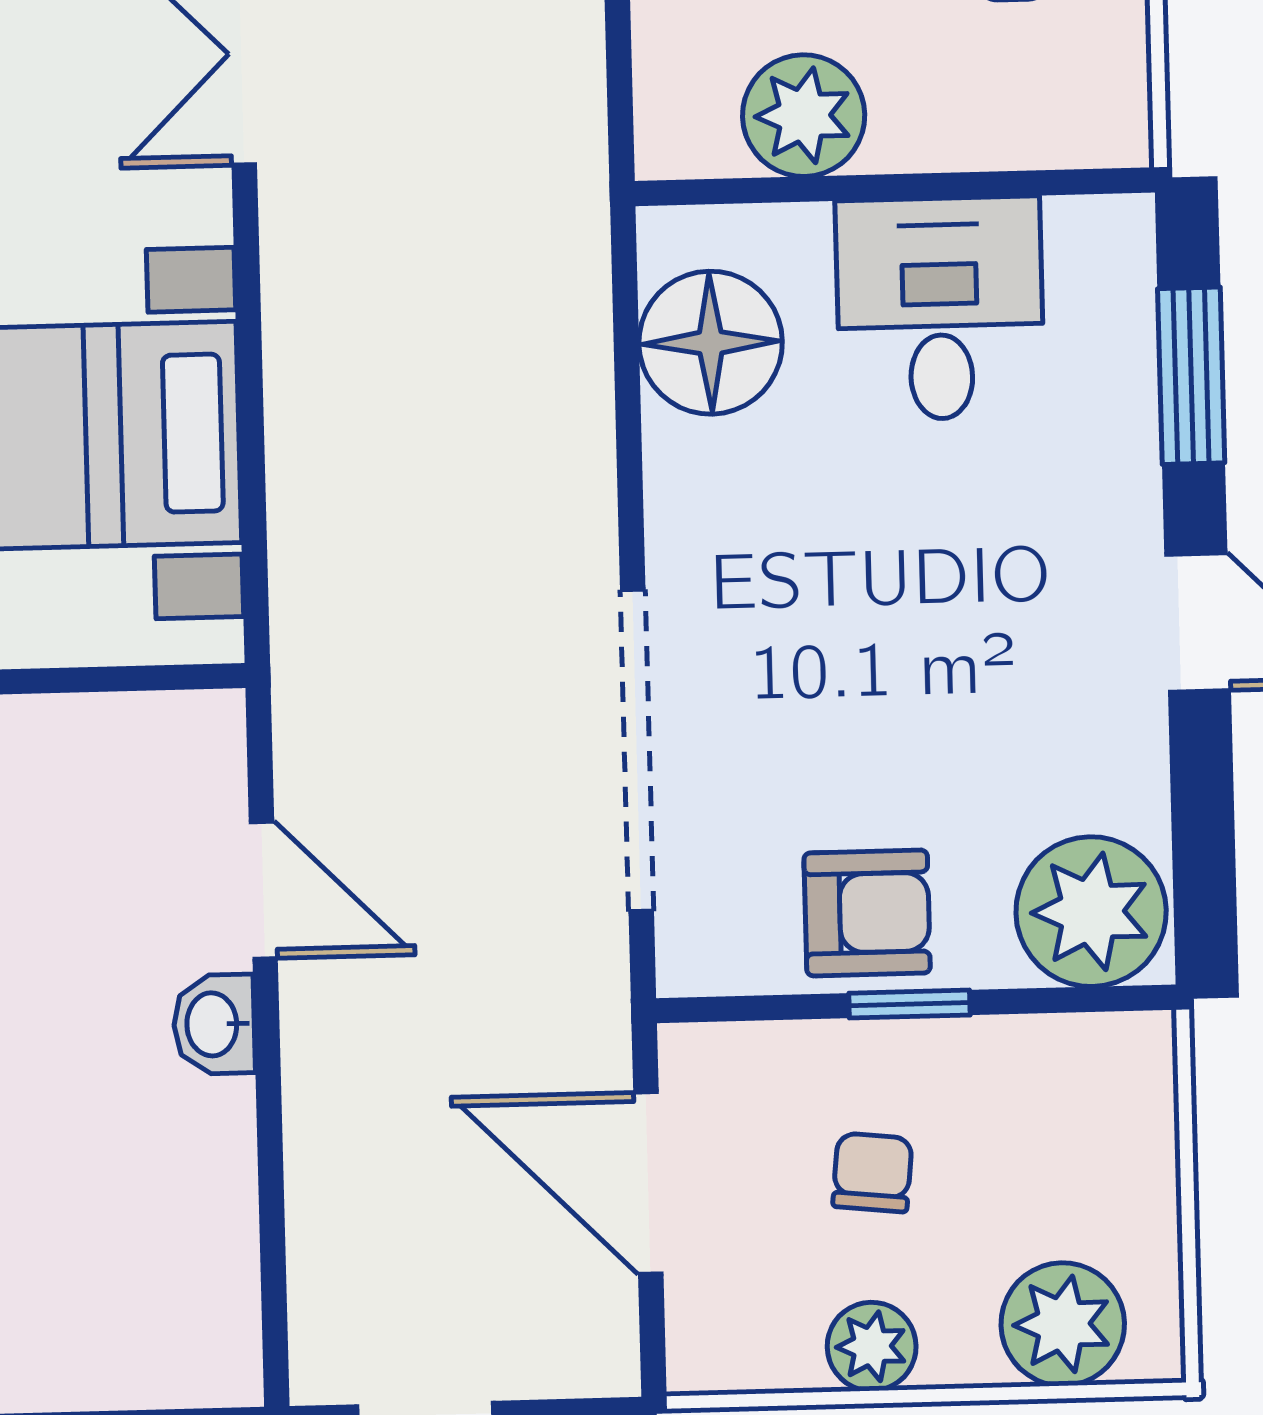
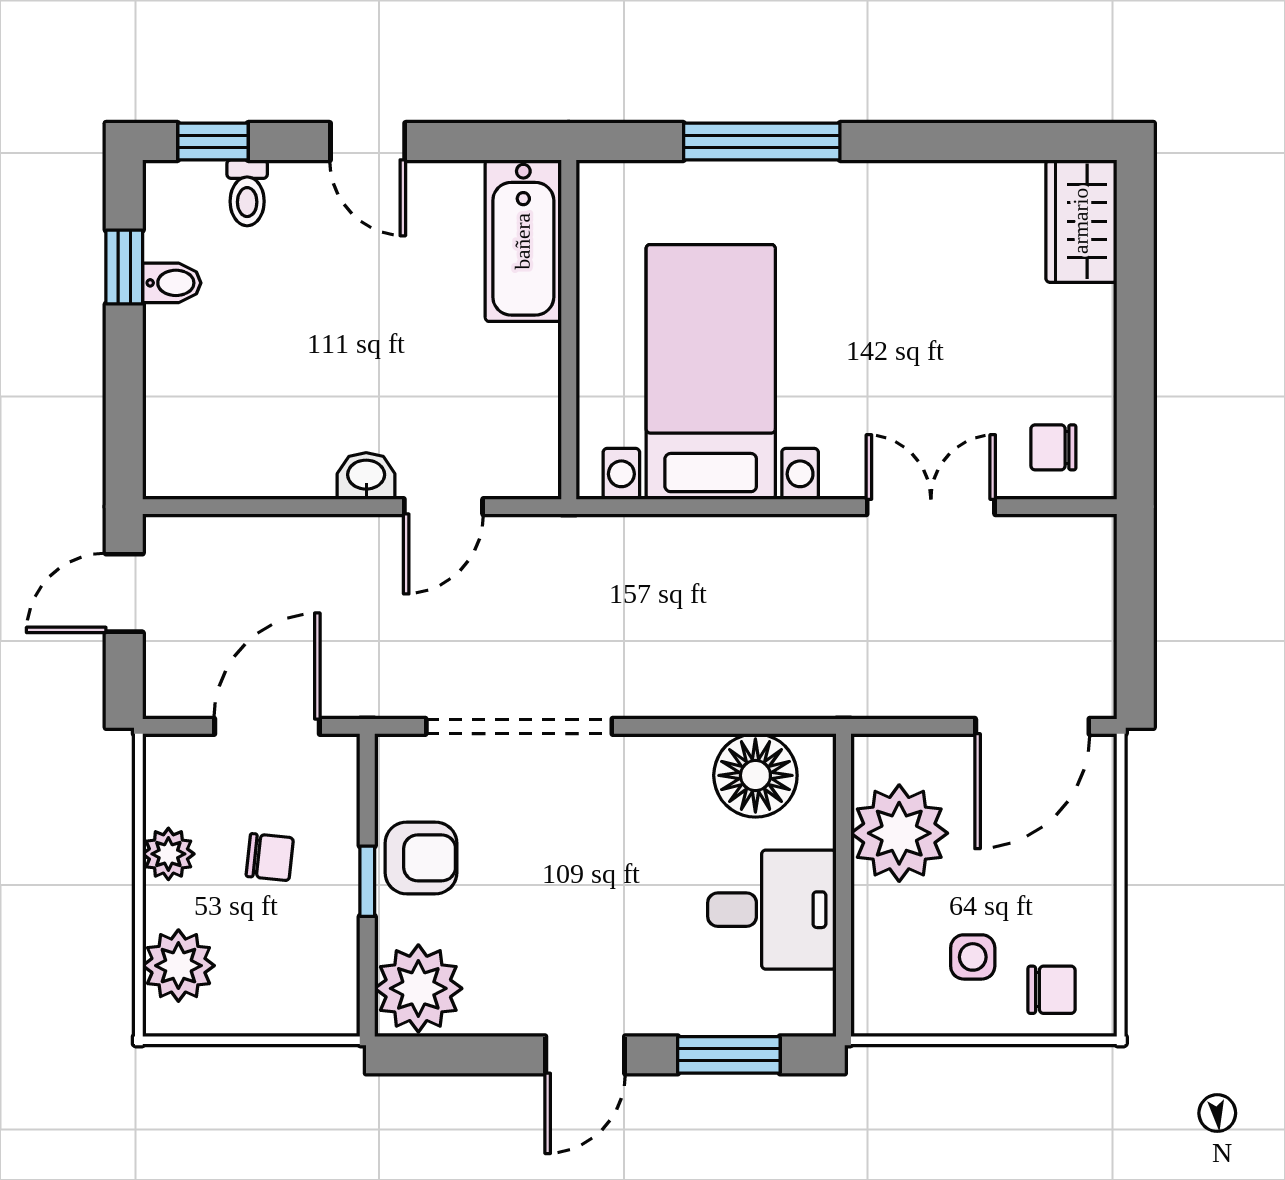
plant: (804, 116) -> (899, 833), width x1.36, depth x1.36
armchair: (867, 913) -> (421, 858), turned -90

